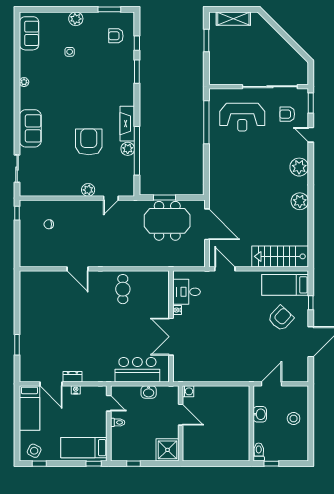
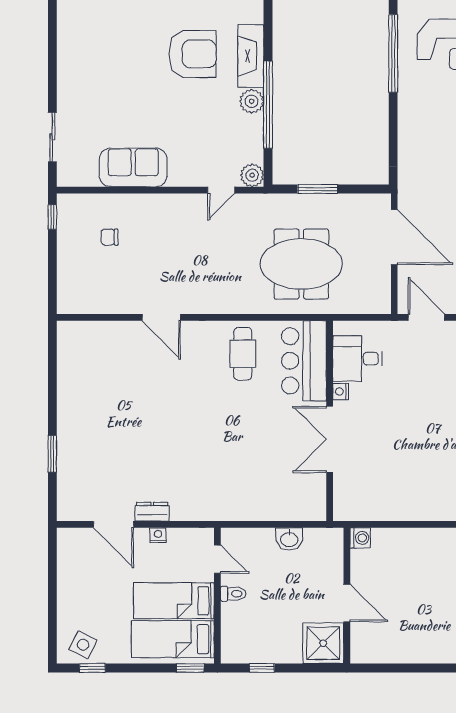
sofa: (30, 128) -> (133, 167), moved, turned -90
armchair: (89, 142) -> (193, 54), moved, turned 90
plant: (88, 190) -> (252, 175), moved
meeting table: (167, 221) -> (301, 264), moved
bar counter: (137, 370) -> (304, 361), moved, turned -90
bed: (29, 408) -> (174, 601), moved, turned 90
door: (181, 415) -> (347, 603), moved

